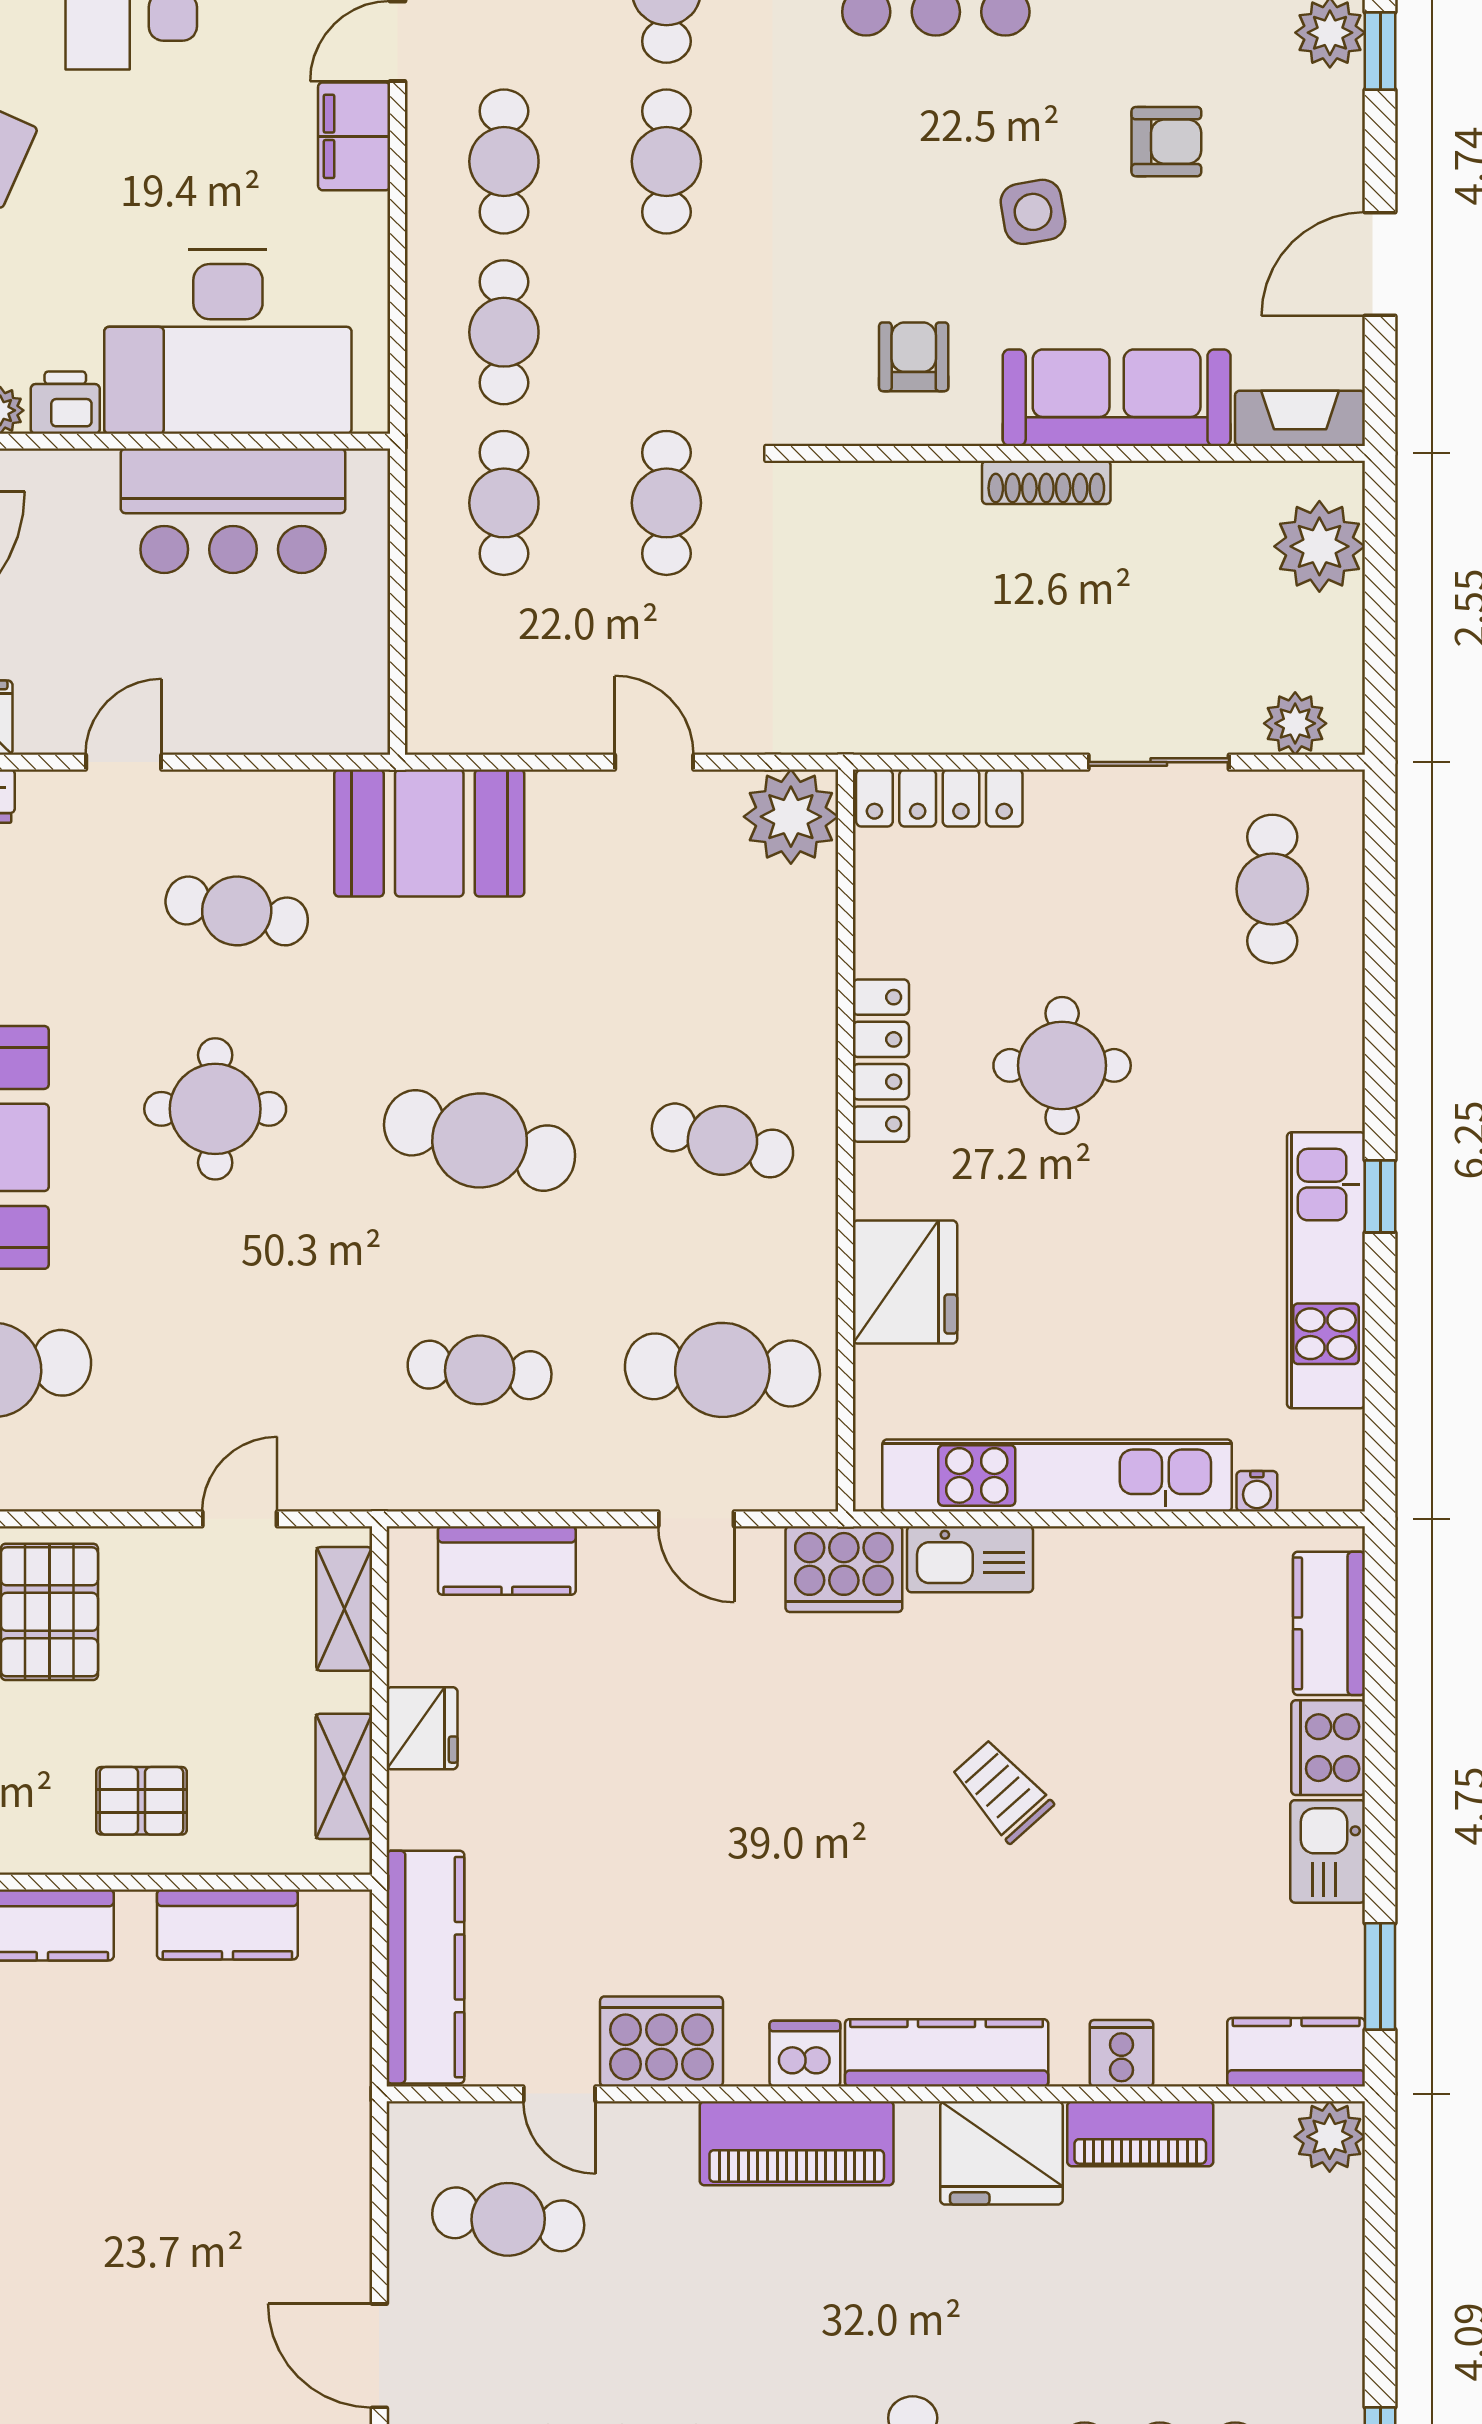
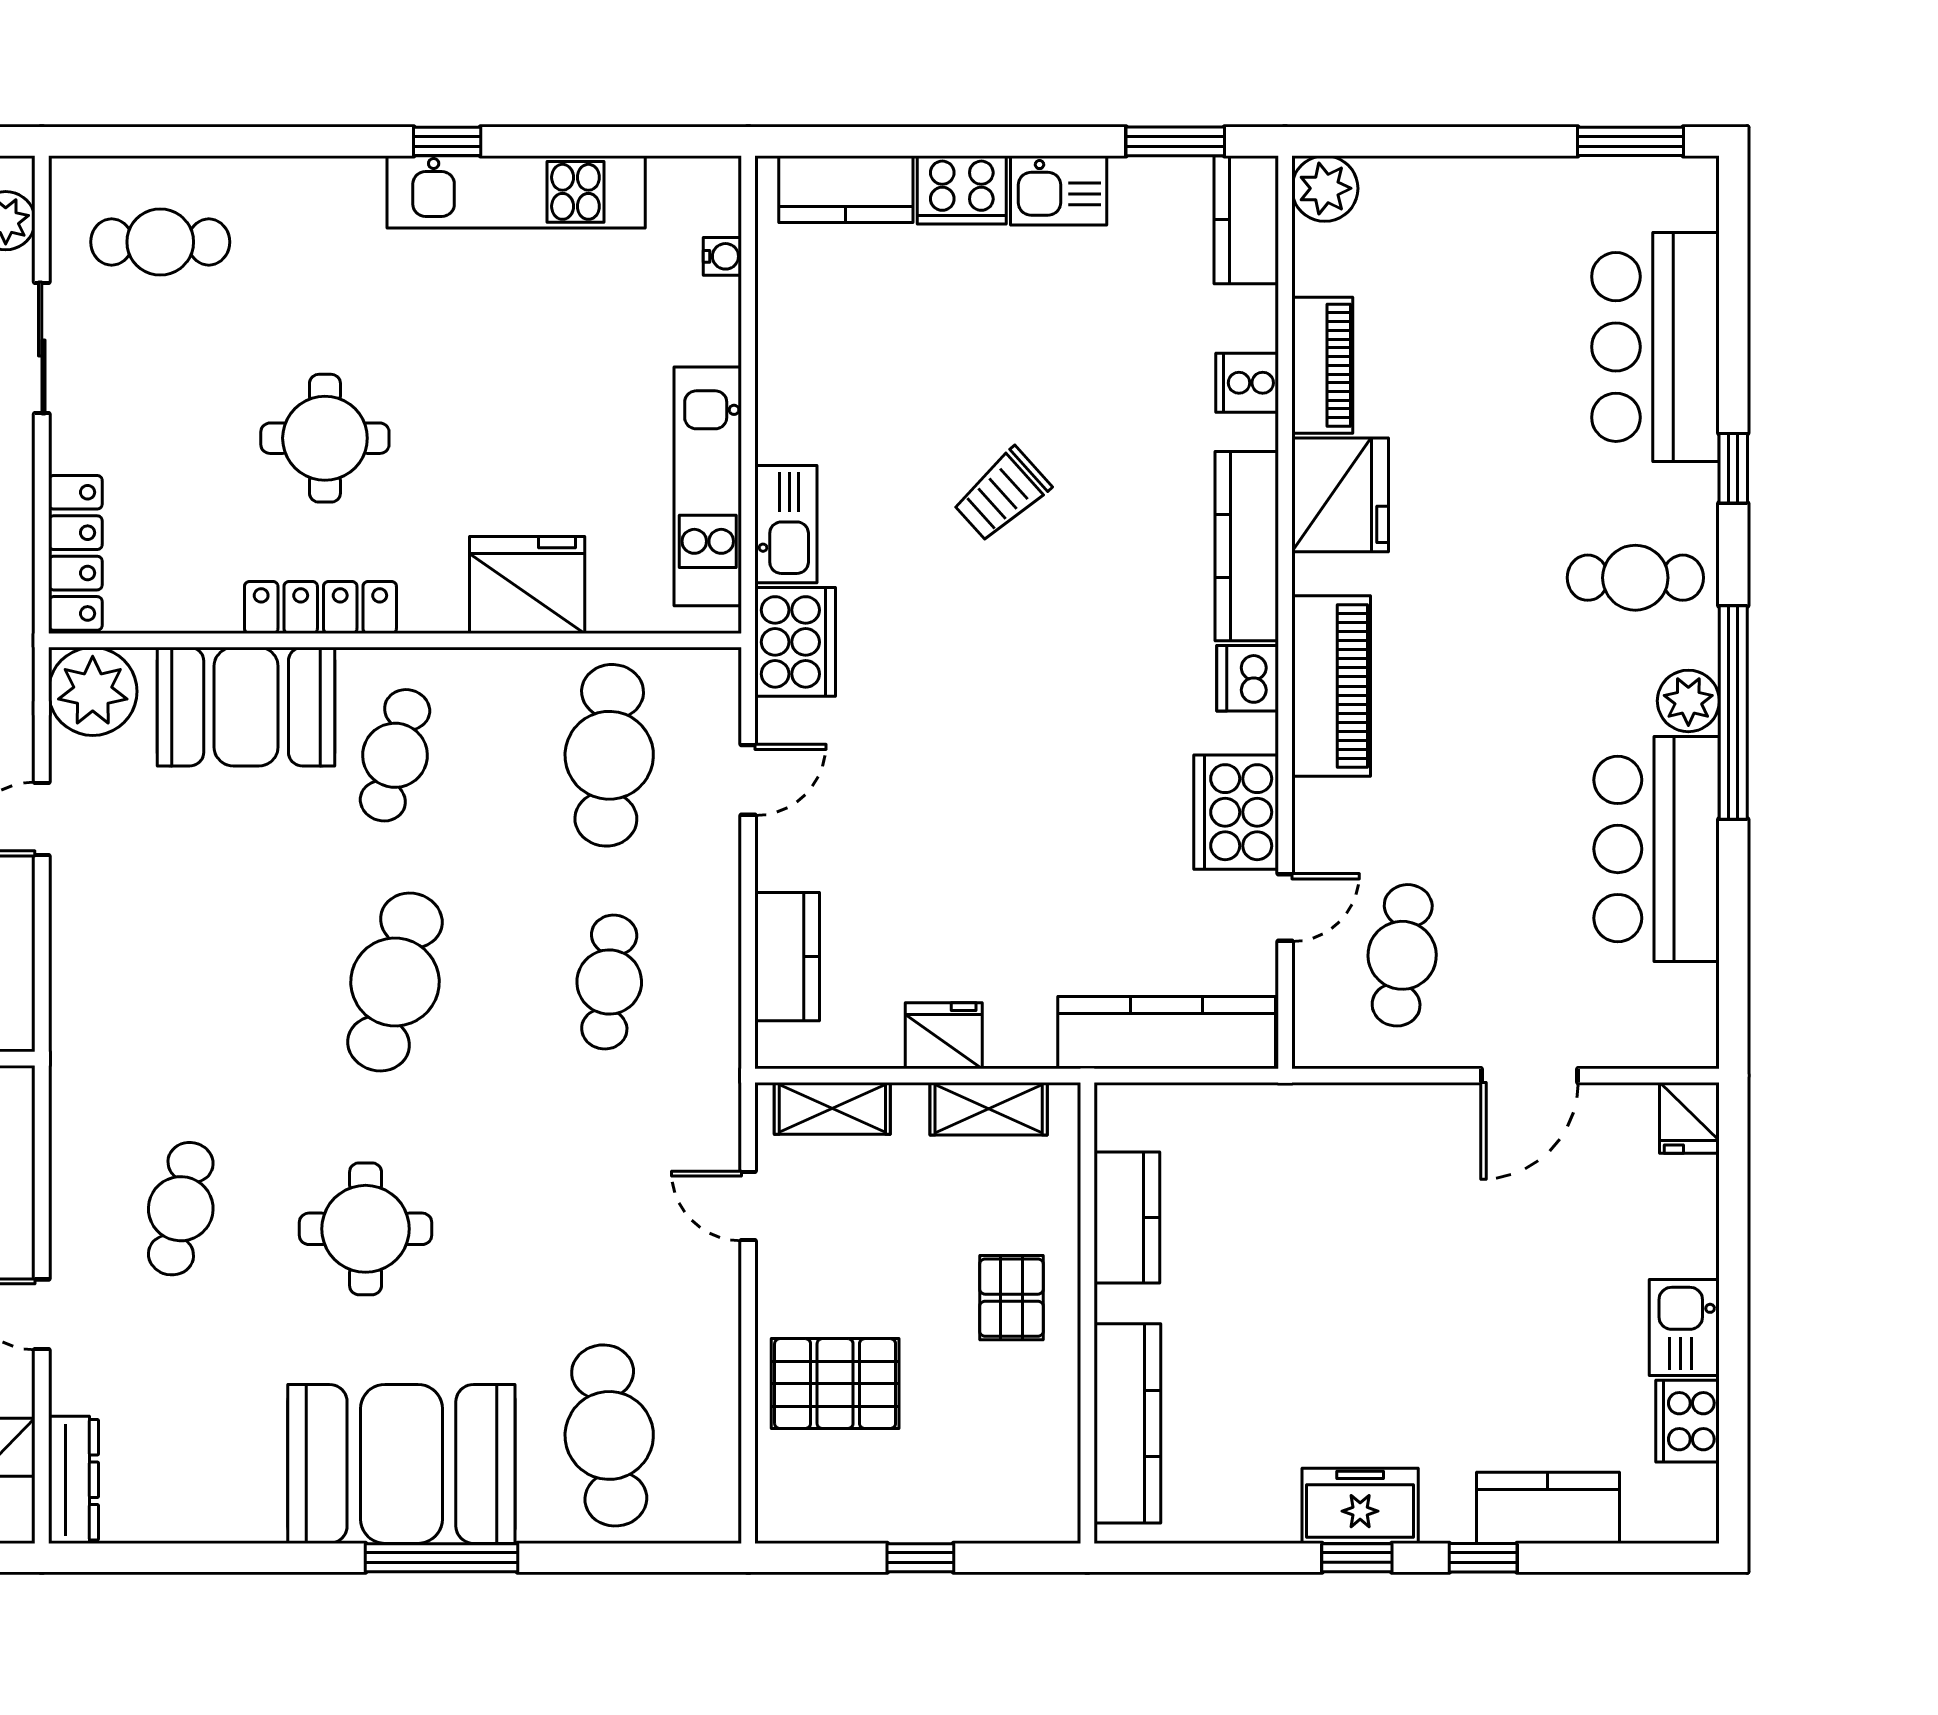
booth: (429, 833) -> (246, 707), moved, turned 90
kitchen unit: (1057, 1475) -> (708, 486), width x0.73

